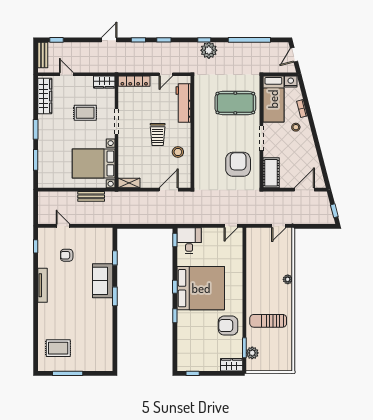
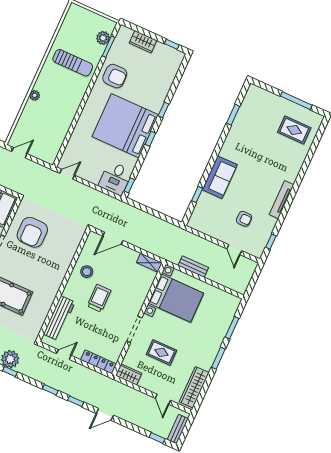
window: (115, 296) -> (233, 115), moved
wardrobe: (232, 365) -> (143, 42), moved

